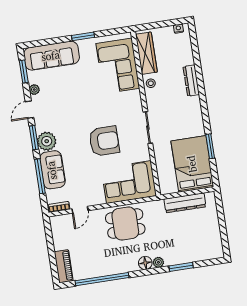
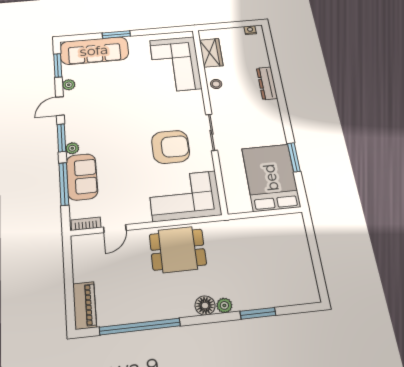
window: (83, 36) -> (116, 35), moved
wardrobe: (146, 53) -> (211, 53), width x0.67
plant: (47, 141) -> (72, 148), width x0.53, depth x0.53
armchair: (104, 141) -> (171, 147), moved
dresser: (185, 203) -> (262, 226), removed

